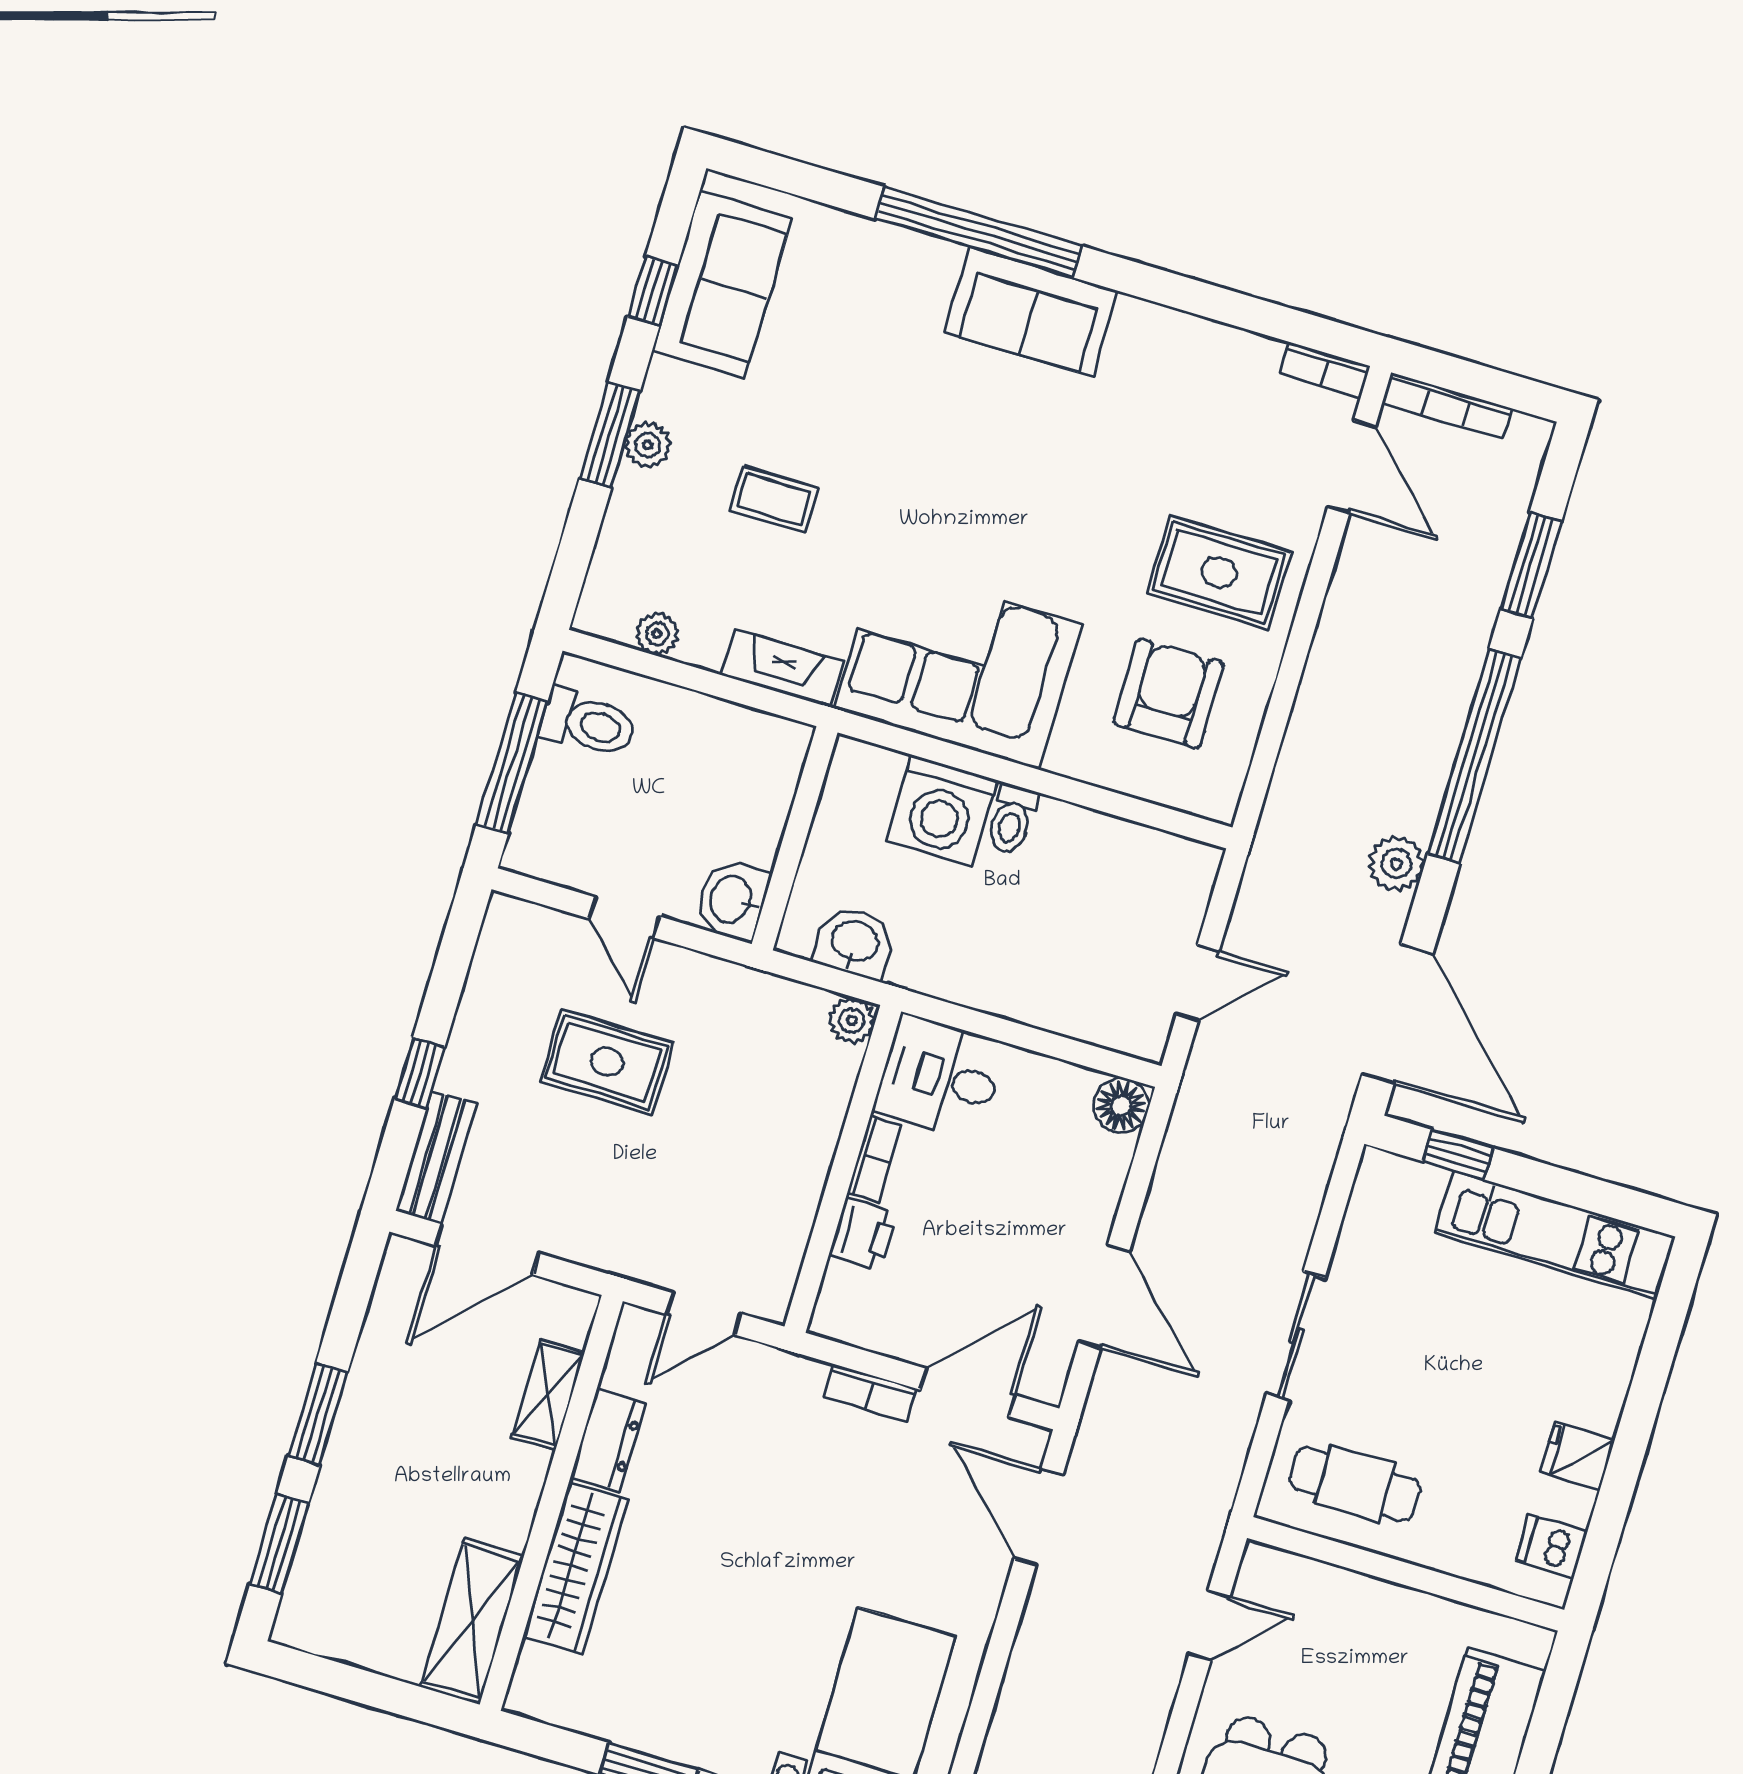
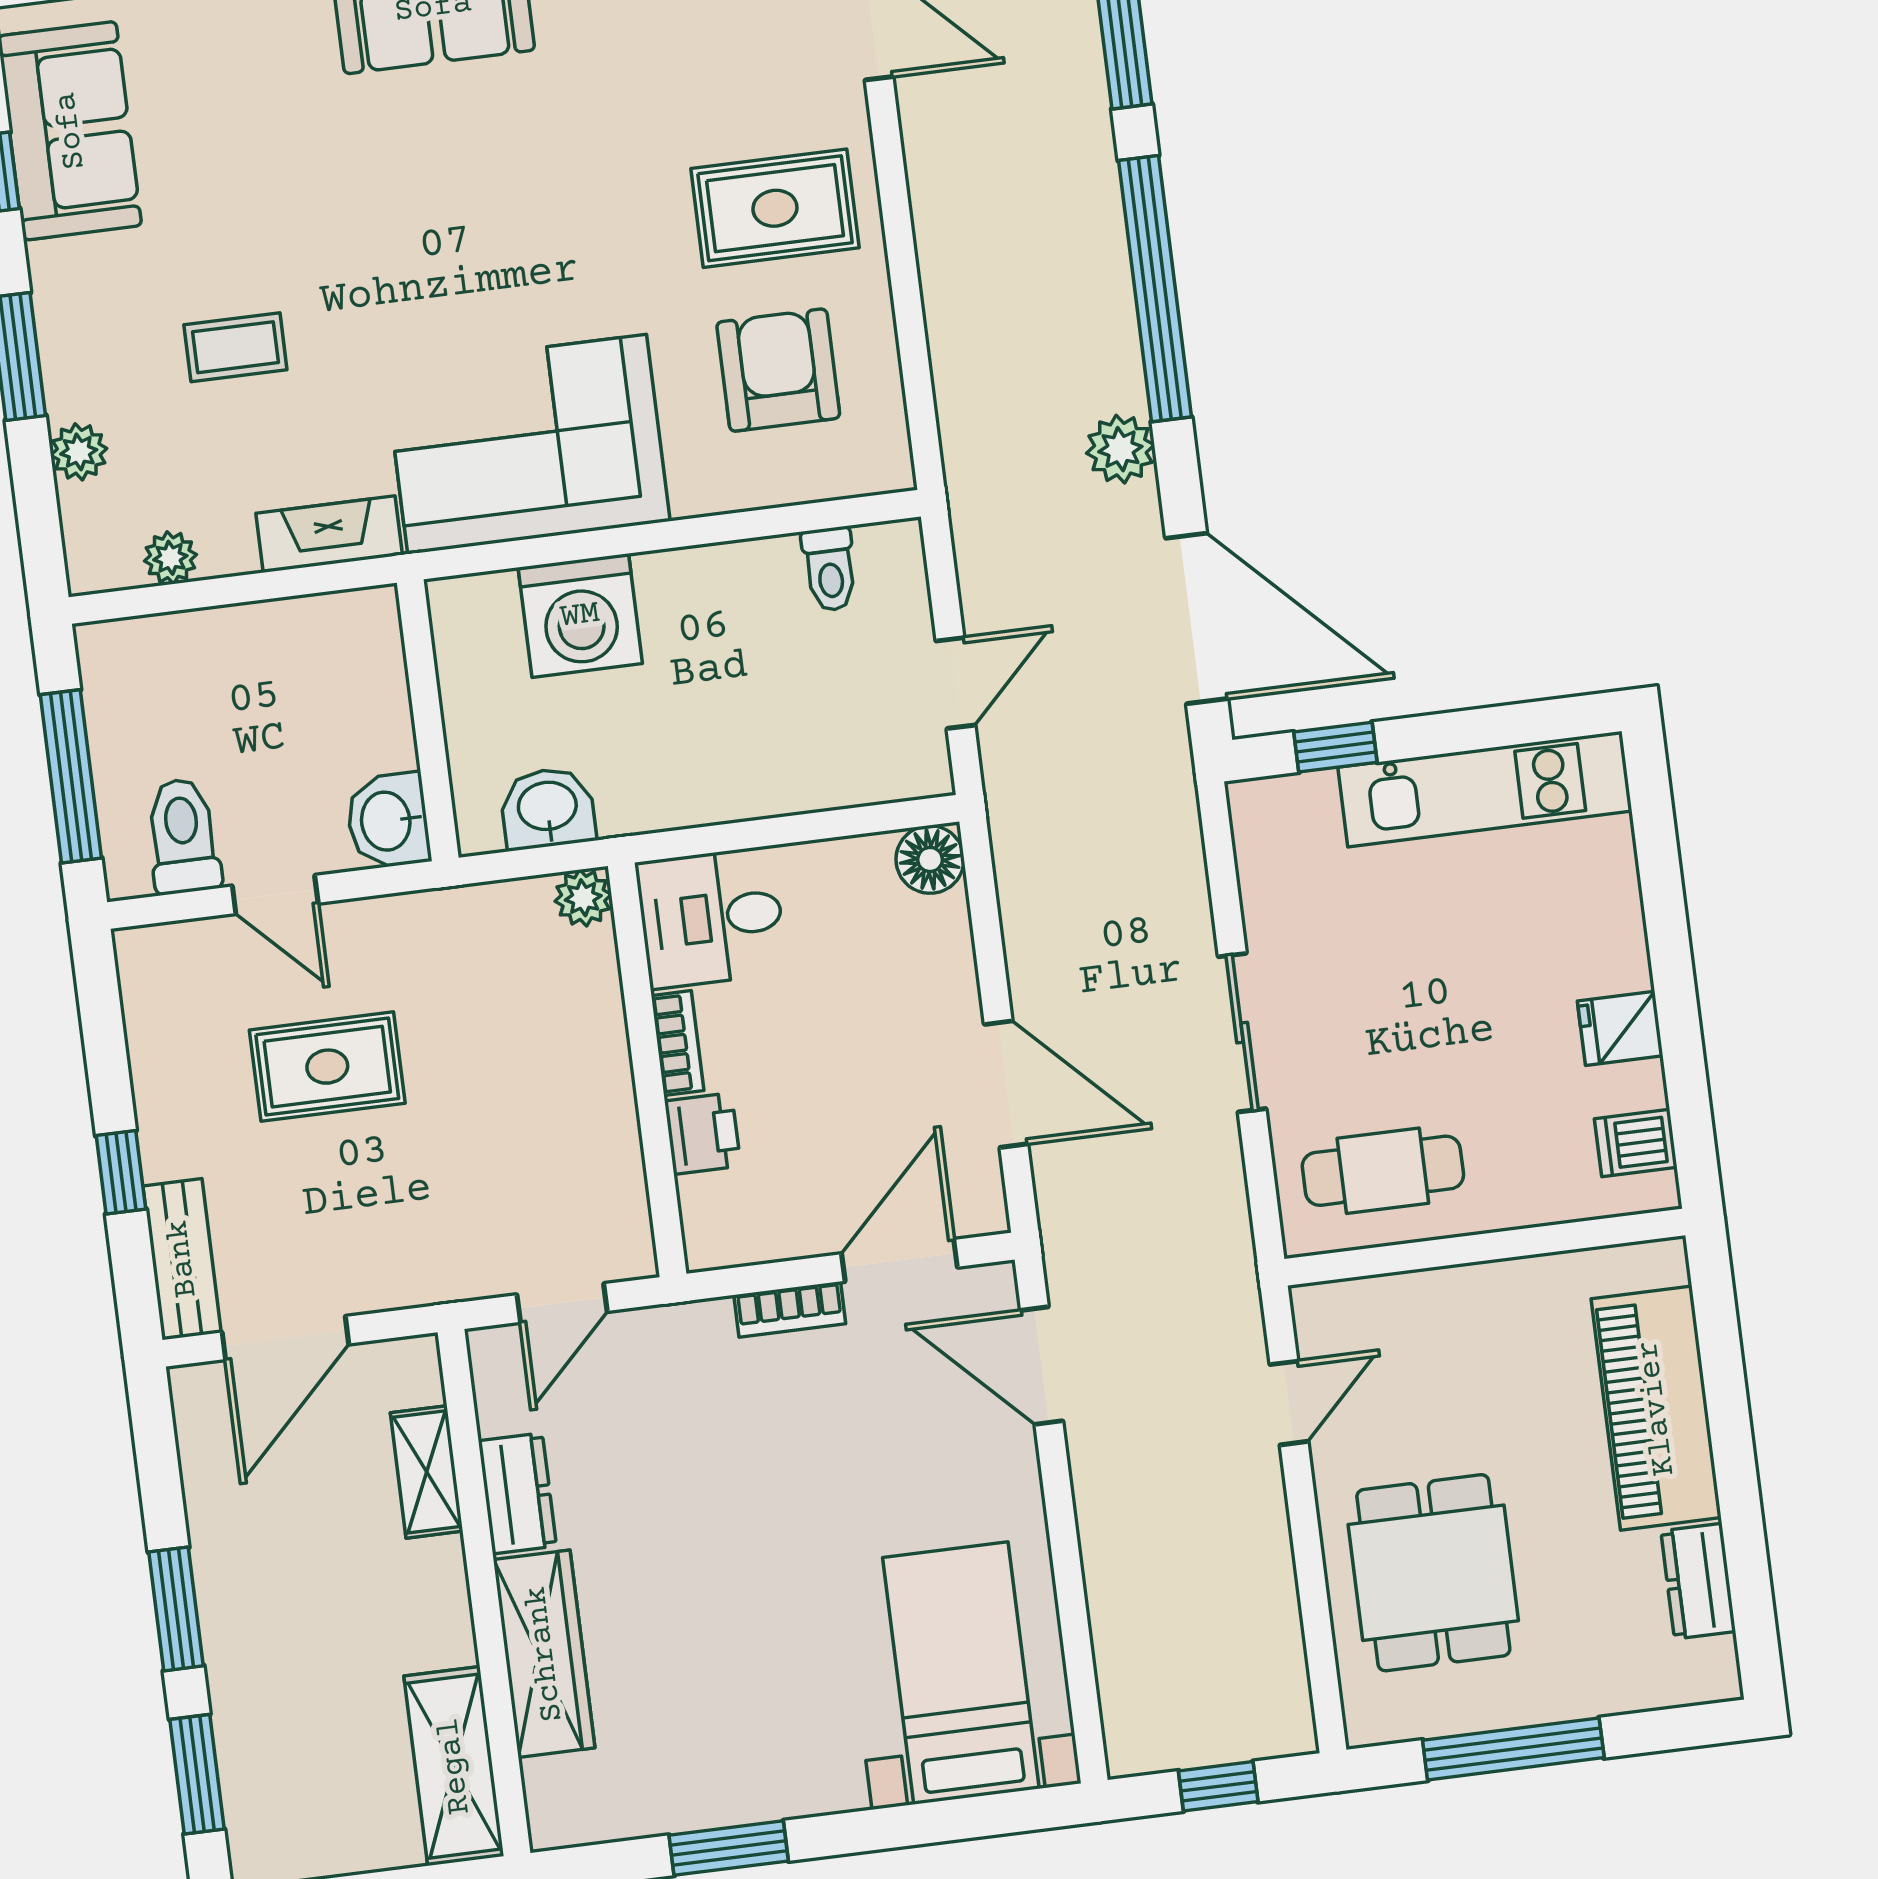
plant: (648, 445) -> (79, 452), moved
toilet: (588, 723) -> (183, 836), moved, turned -90
toilet: (1012, 819) -> (830, 569), moved

